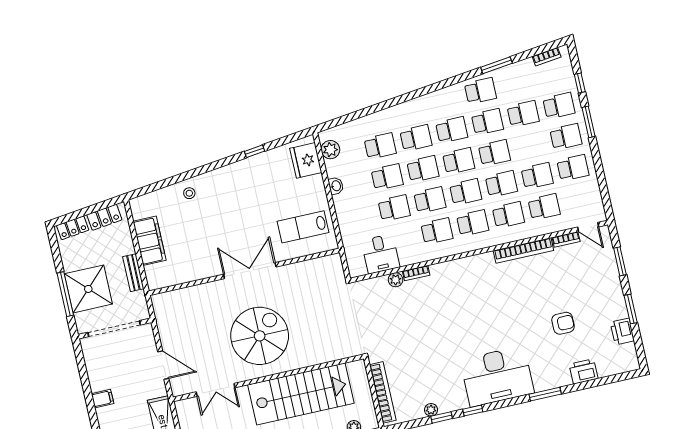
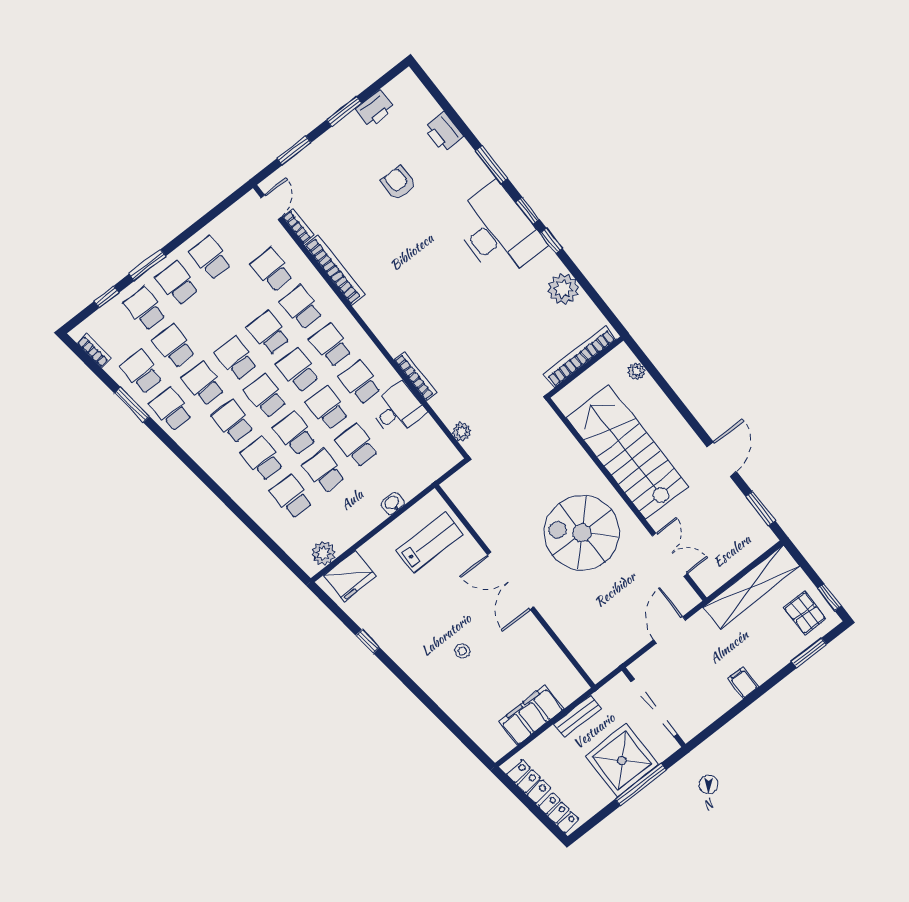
school desk: (537, 176) -> (142, 372), moved
washbasin: (336, 186) -> (393, 503), moved
stool: (189, 193) -> (462, 651), moved
lab bench: (303, 227) -> (430, 542), turned -90
desk: (380, 254) -> (397, 410), moved
bookcase: (416, 273) -> (415, 376), width x1.56
plant: (396, 280) -> (462, 432), moved
plant: (431, 410) -> (563, 289), width x1.88, depth x1.88
window: (442, 417) -> (528, 211), moved

